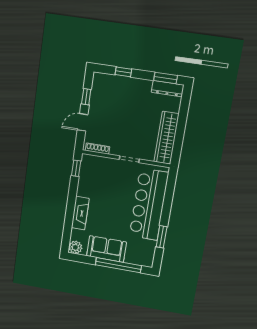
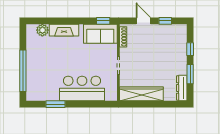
window: (166, 78) -> (190, 74), moved
bar counter: (149, 204) -> (82, 89), width x0.73
plant: (75, 247) -> (42, 30), moved
sofa: (106, 249) -> (100, 34), moved, turned 90

